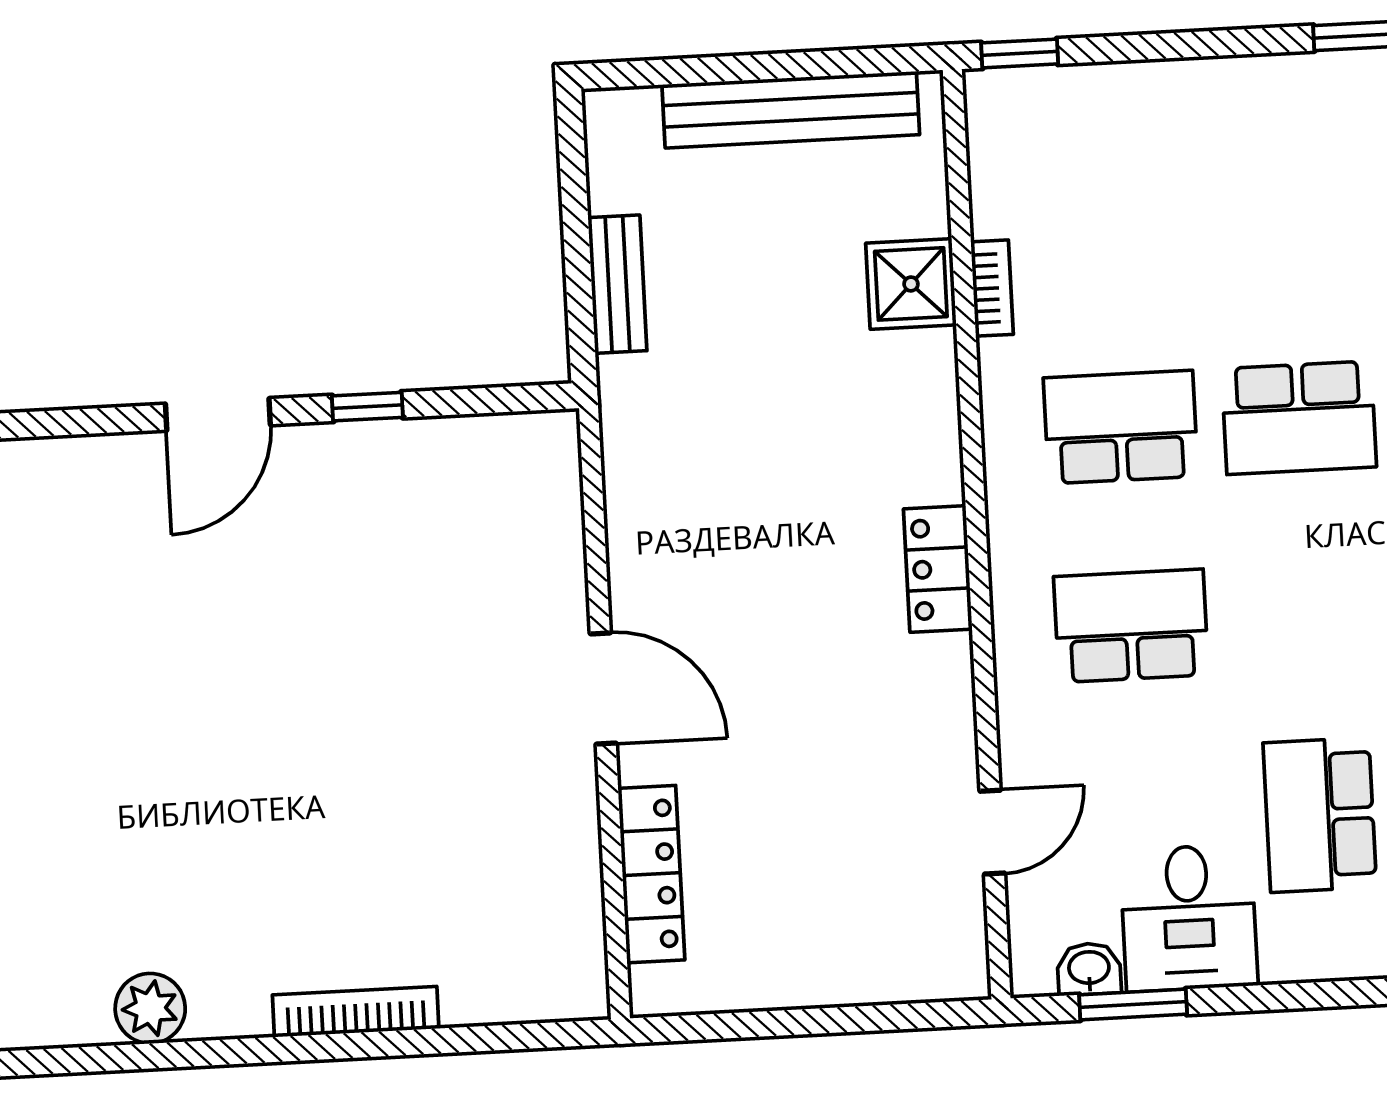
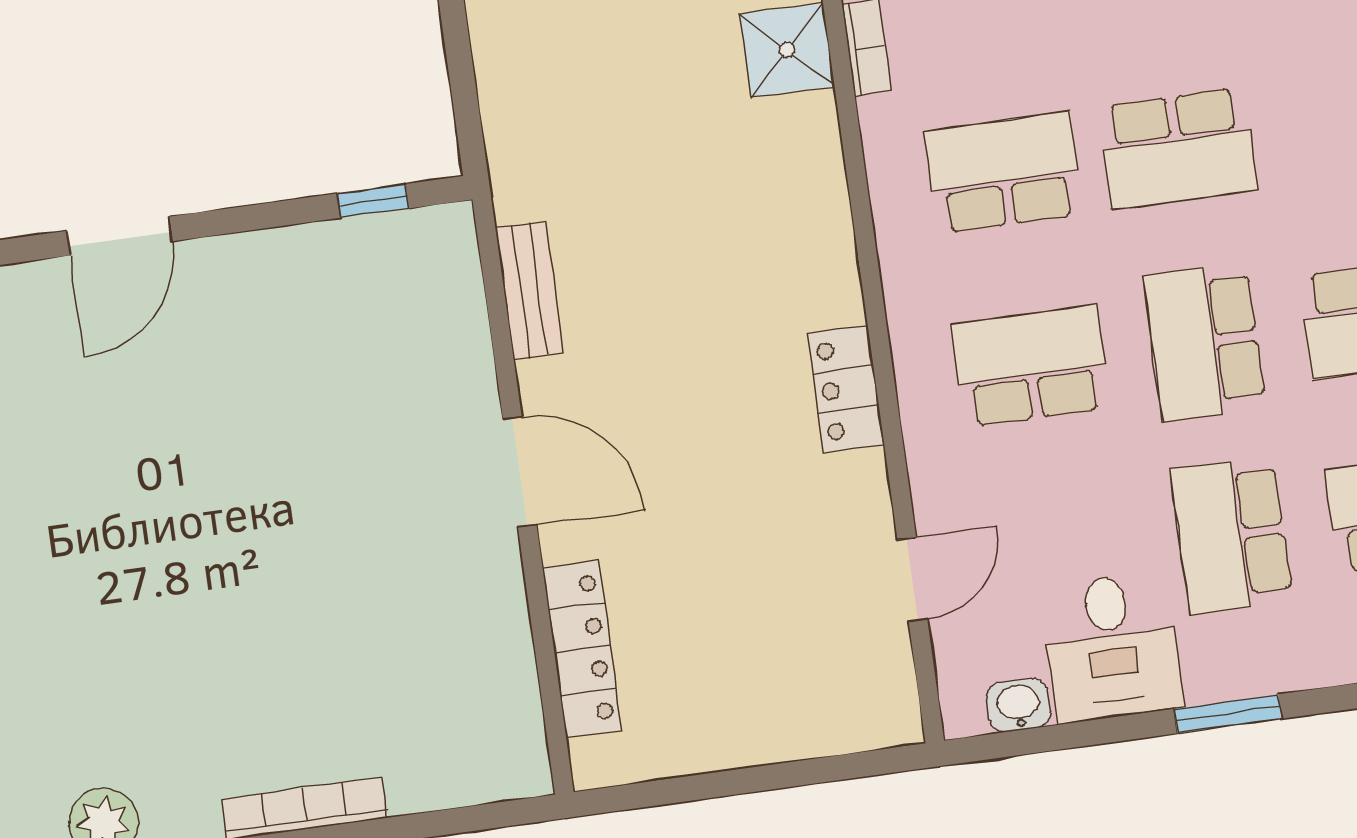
bench: (617, 284) -> (530, 291), moved
window: (367, 407) -> (373, 201), moved
locker: (938, 569) -> (846, 389), moved
school desk: (1309, 616) -> (1204, 342), added
window: (1133, 1005) -> (1228, 714), moved

